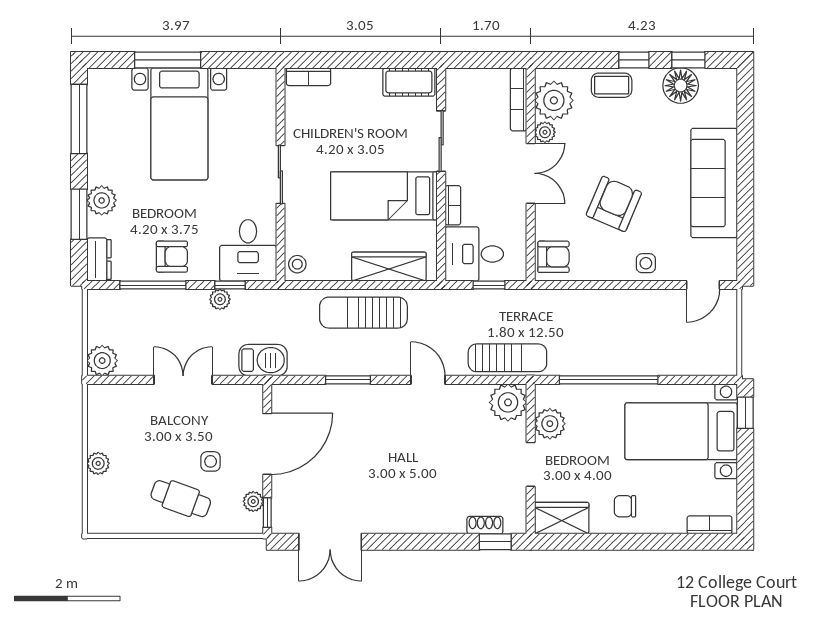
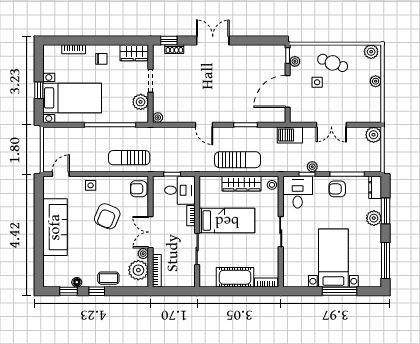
cot: (409, 82) -> (235, 277), moved, width x1.37, depth x1.34
floor lamp: (681, 86) -> (77, 282), width x0.53, depth x0.53
wardrobe: (389, 267) -> (241, 184), moved
sun lounger: (507, 358) -> (129, 158), moved
plant: (508, 402) -> (158, 118), width x0.53, depth x0.53
window: (745, 413) -> (39, 90), moved
plant: (107, 520) -> (371, 52), added
bookcase: (710, 525) -> (74, 49), moved
double door: (330, 542) -> (213, 40), moved

